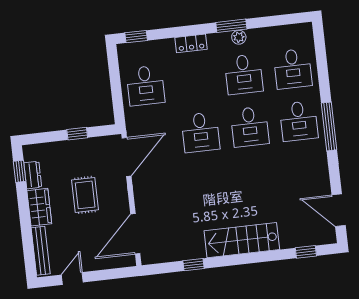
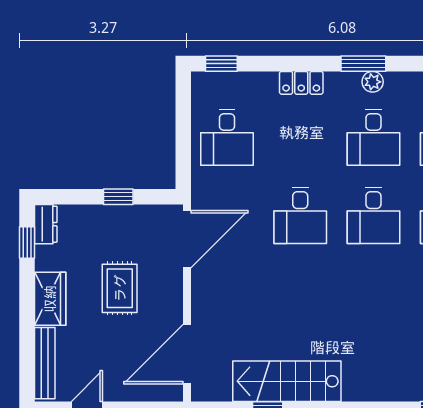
dresser: (33, 175) -> (46, 224), moved
stairs: (242, 240) -> (287, 381), moved

